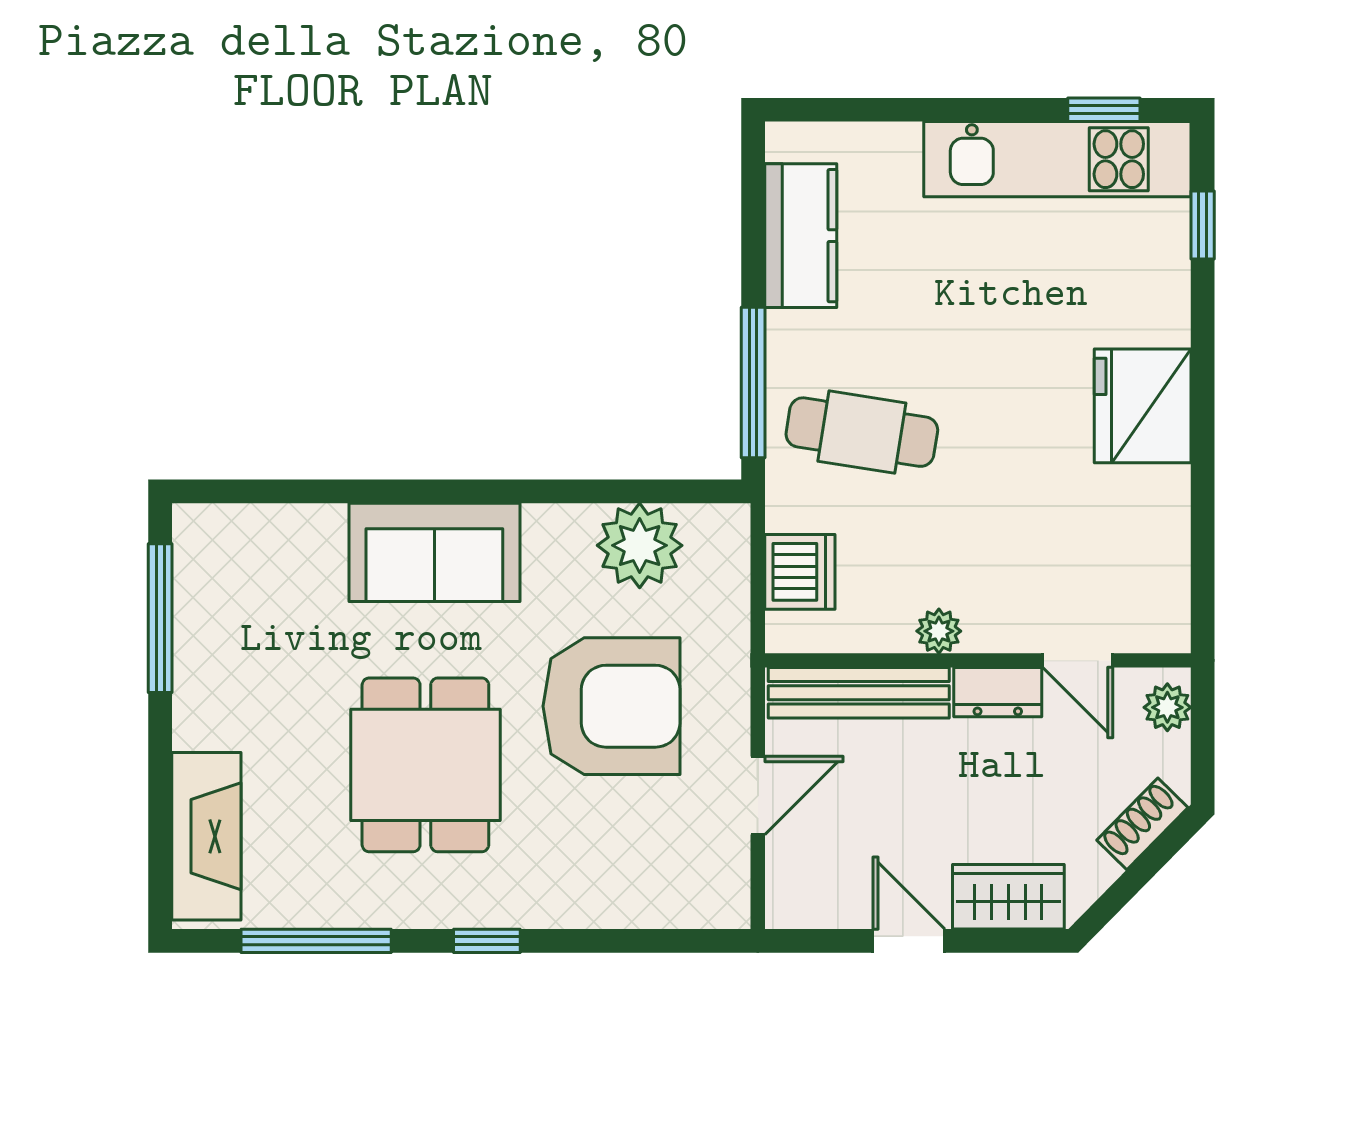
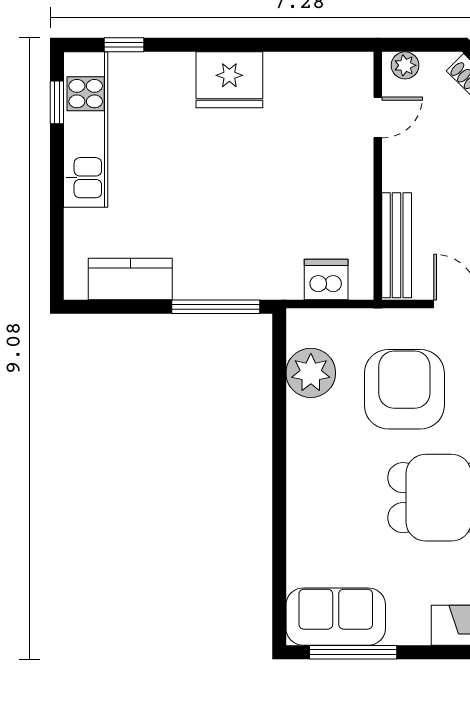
cafe table: (862, 432) -> (245, 243), removed
sofa: (434, 552) -> (336, 617), moved, turned -90
plant: (939, 631) -> (361, 199), removed
dresser: (998, 692) -> (396, 164), removed

